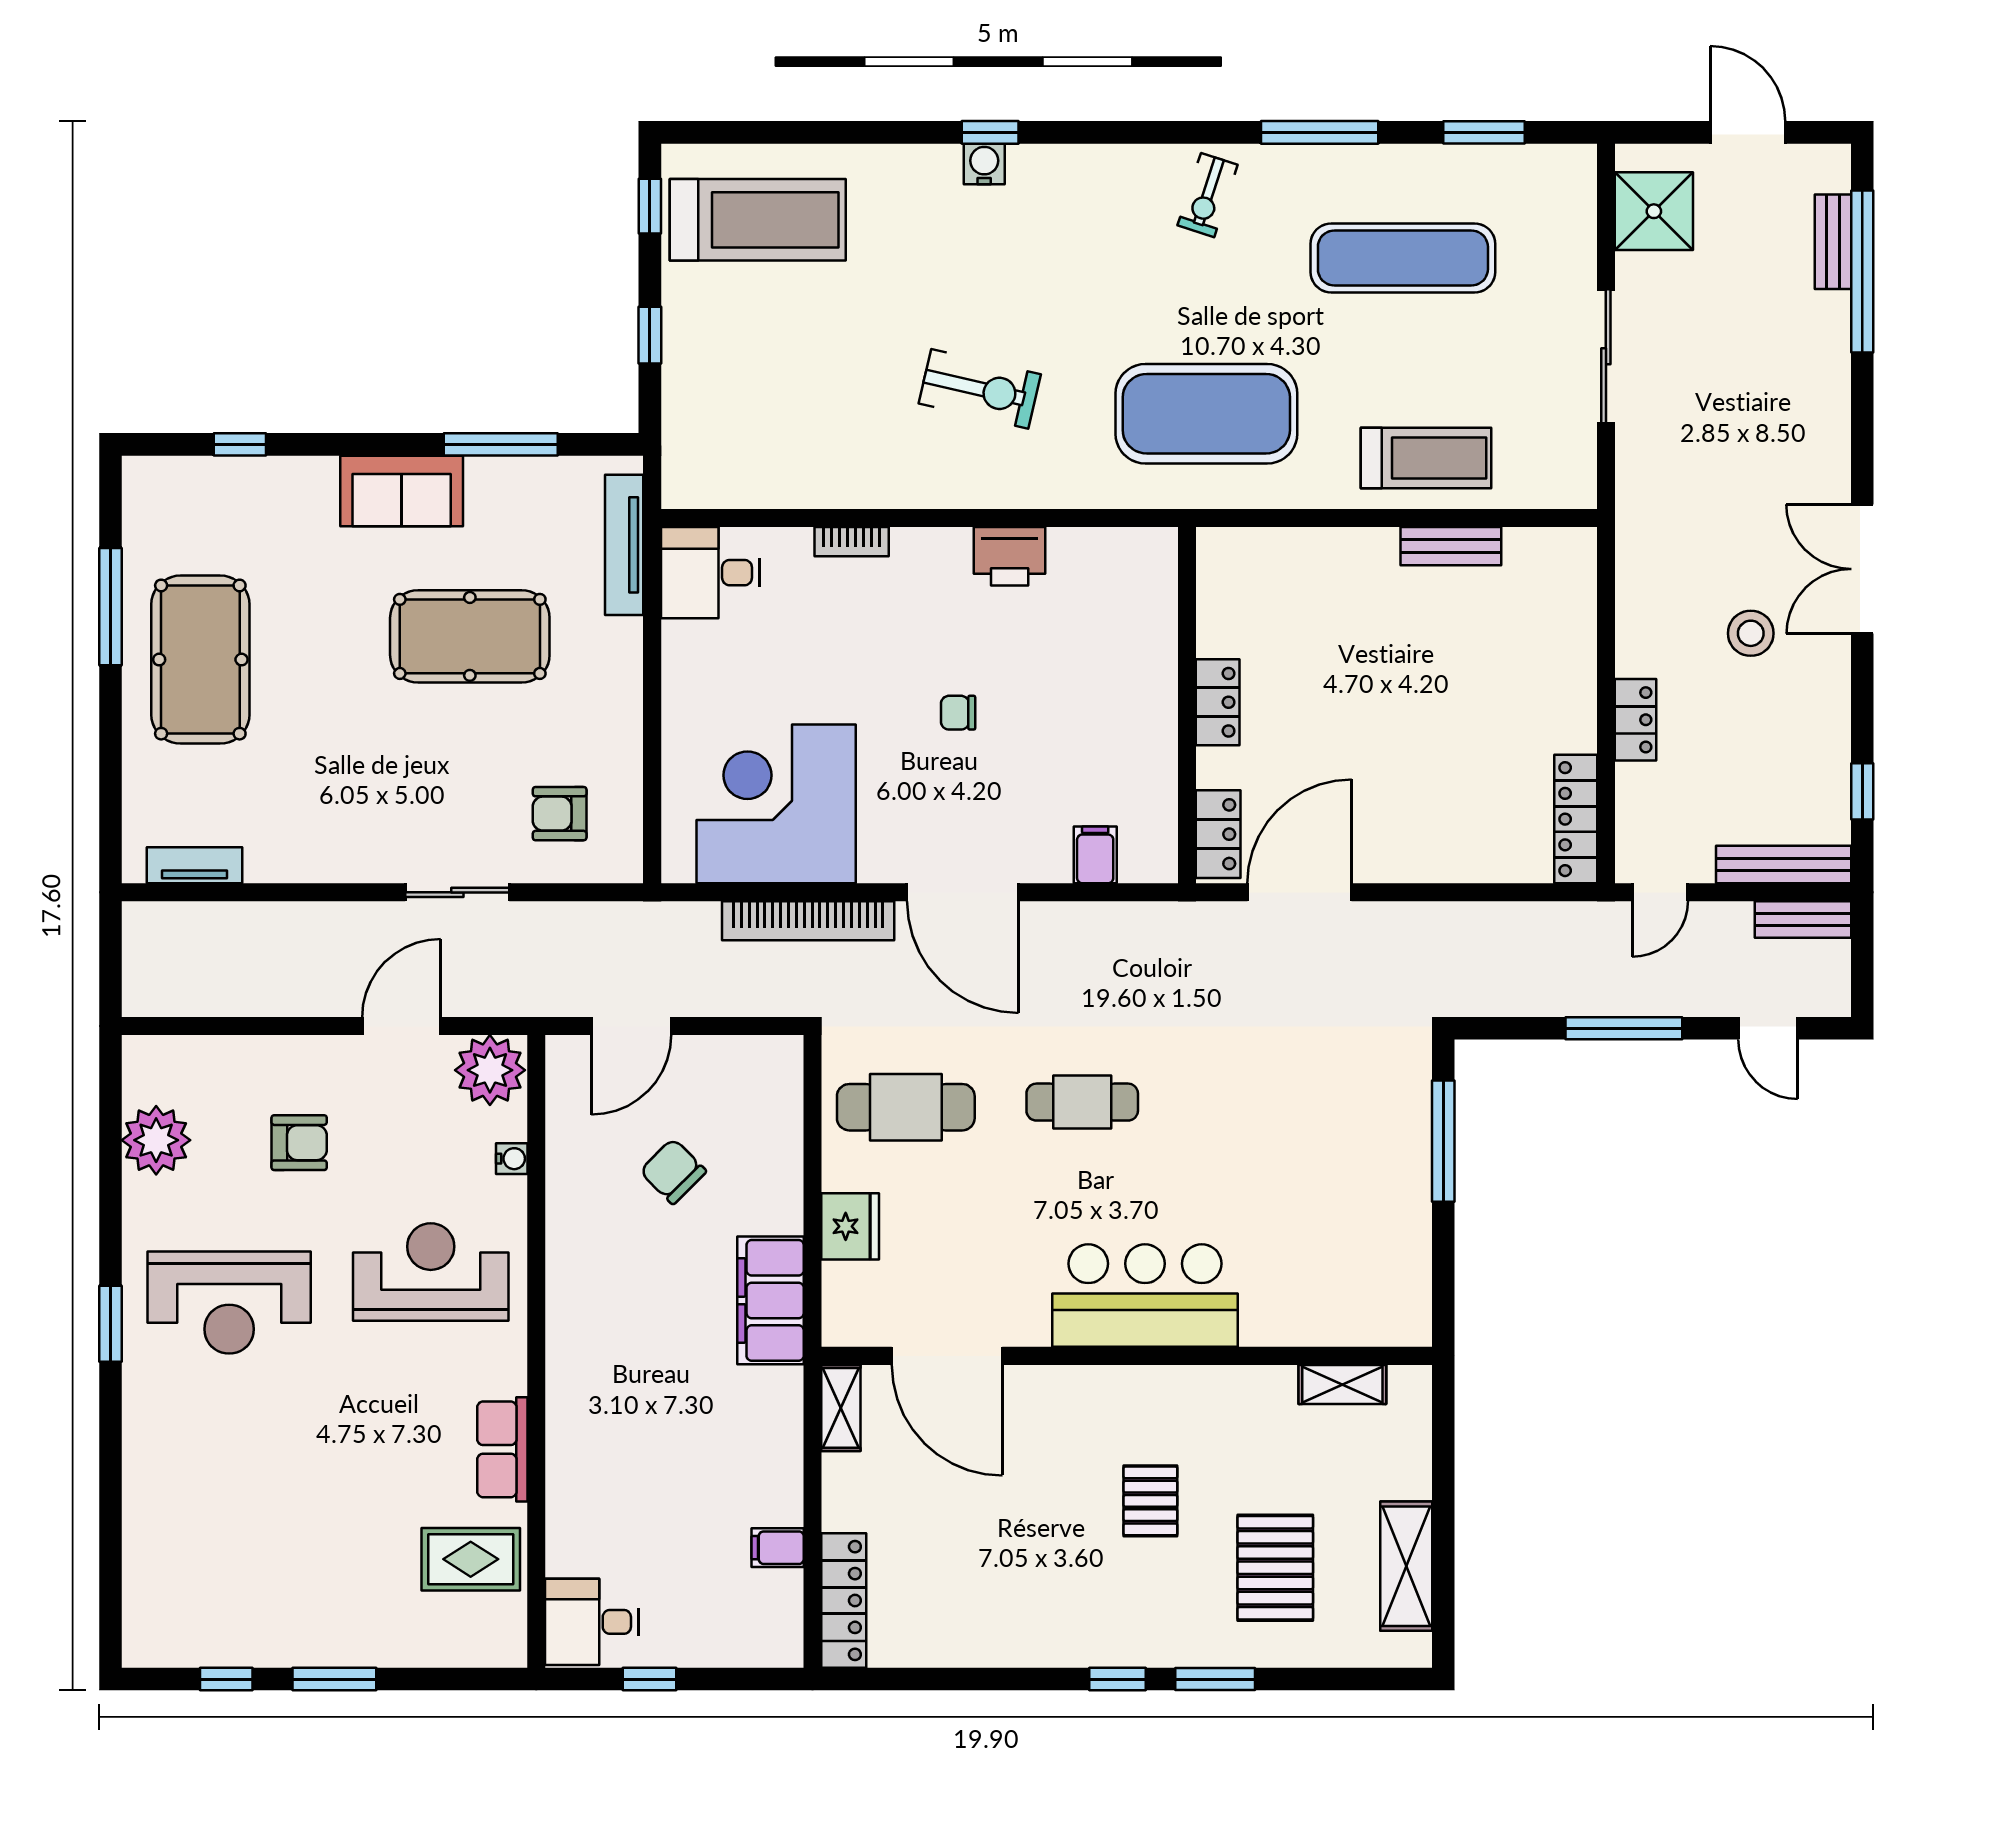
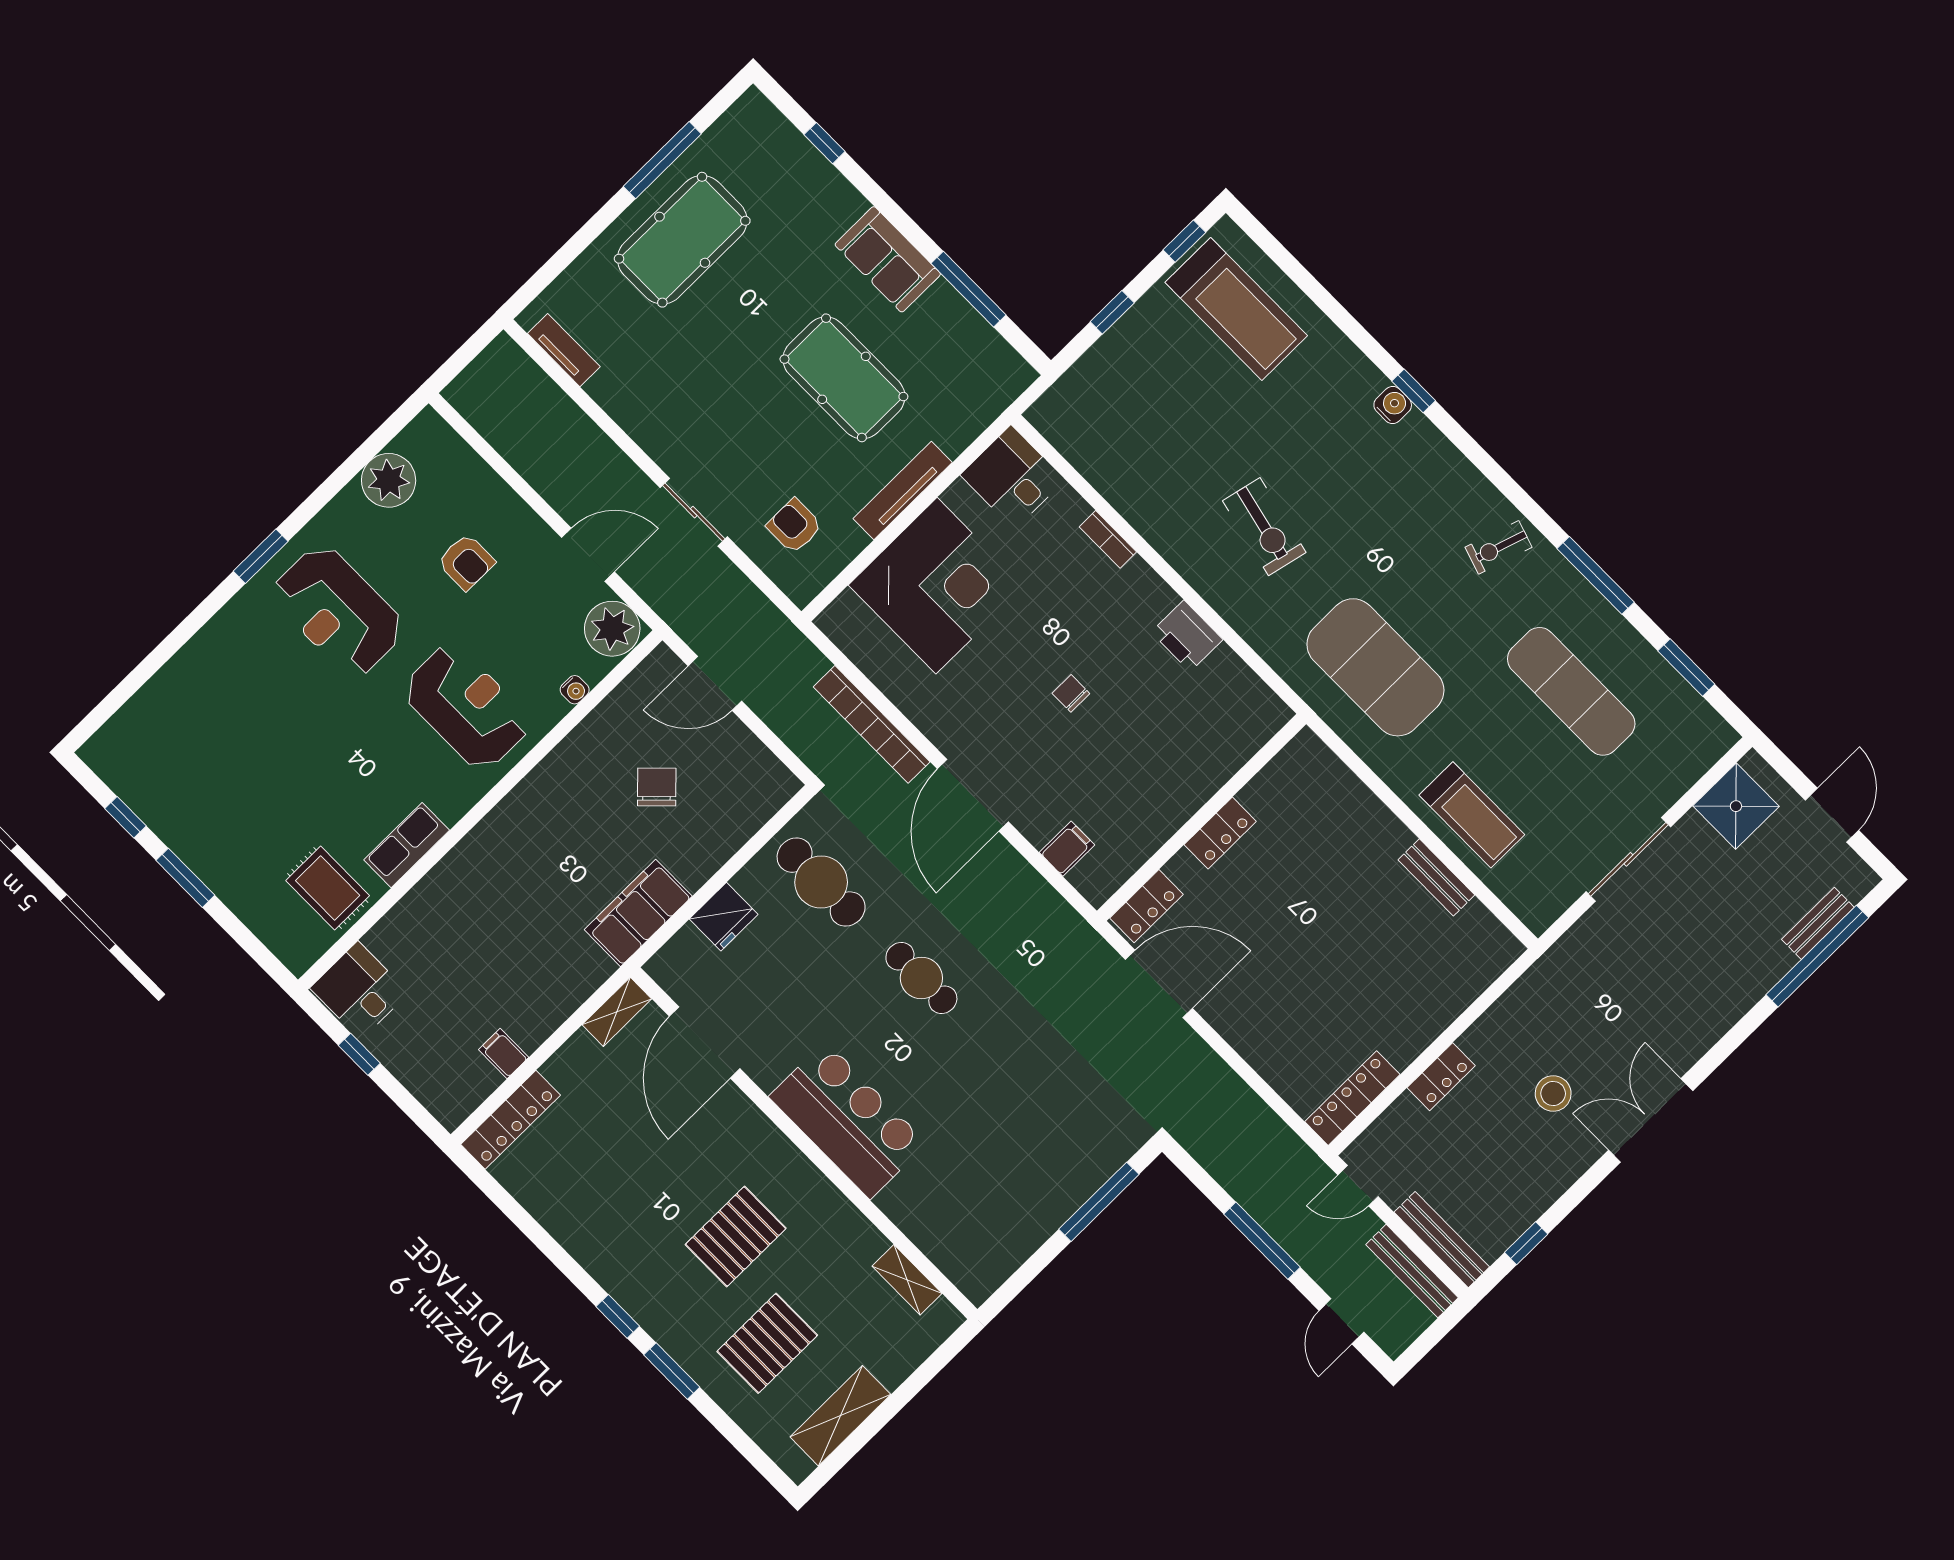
tv unit: (624, 545) -> (903, 491), moved
corner desk: (776, 804) -> (936, 586), moved, turned 90
bench: (1803, 920) -> (1412, 1271), width x1.36
pallet: (1150, 1501) -> (736, 1236), width x1.50, depth x1.42

